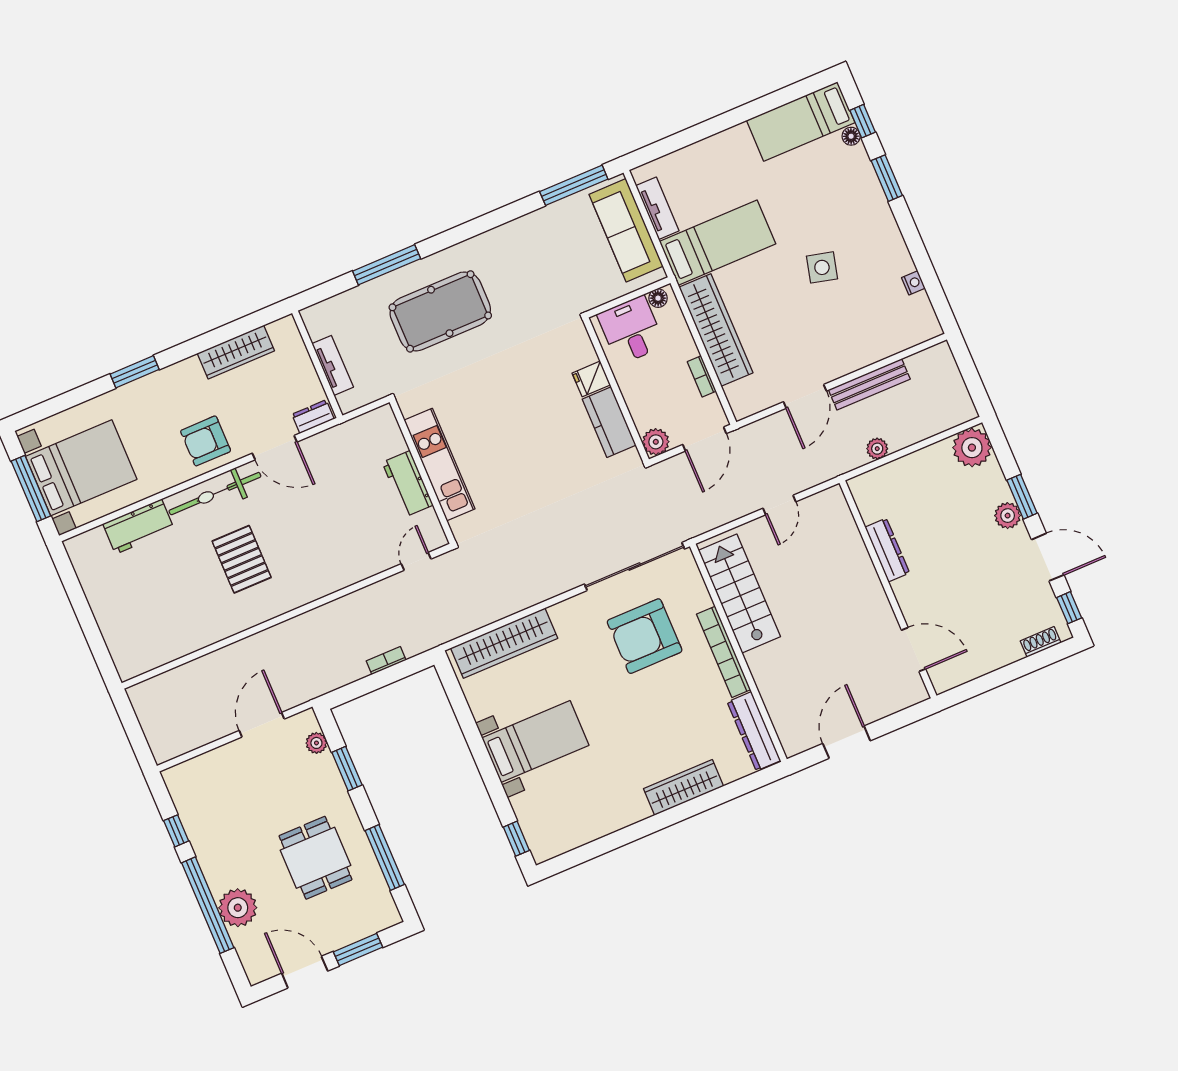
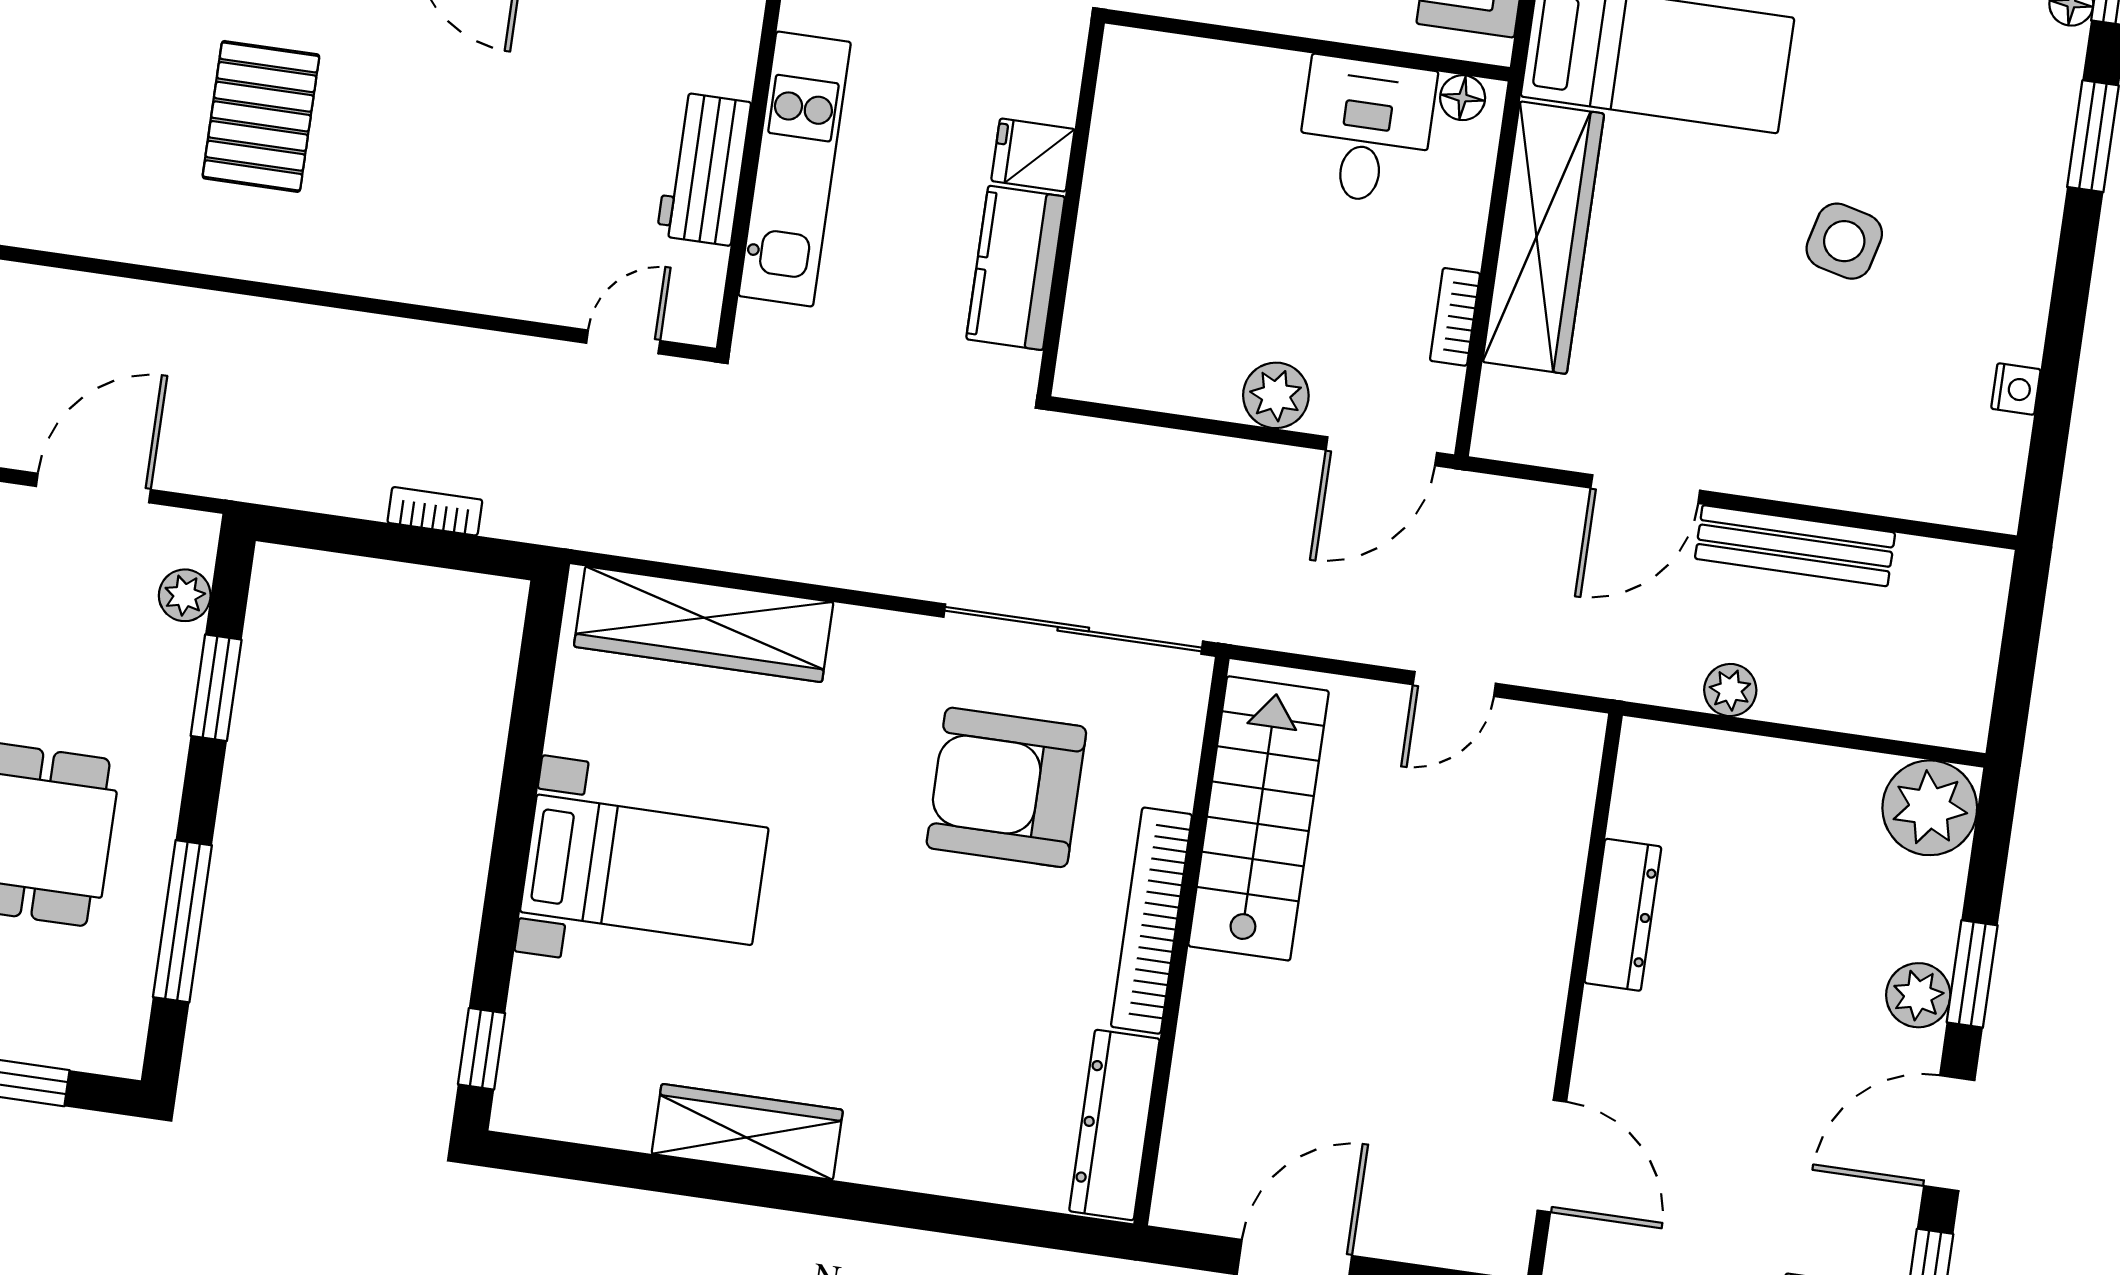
fridge: (591, 379) -> (1033, 155), moved
wall: (616, 390) -> (1071, 209), moved
kitchen counter: (609, 422) -> (1016, 268), moved
door: (1048, 557) -> (1949, 1133), swing flipped
wardrobe: (684, 787) -> (747, 1132), moved

